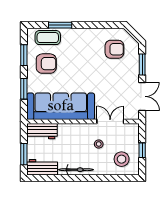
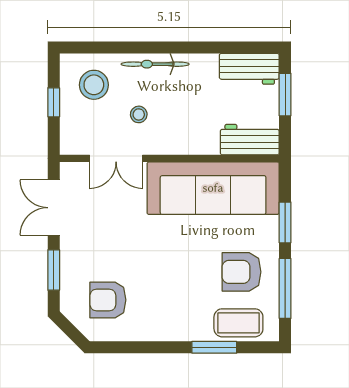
window: (24, 55) -> (285, 288), width x1.44
bicycle: (76, 170) -> (155, 64), moved

